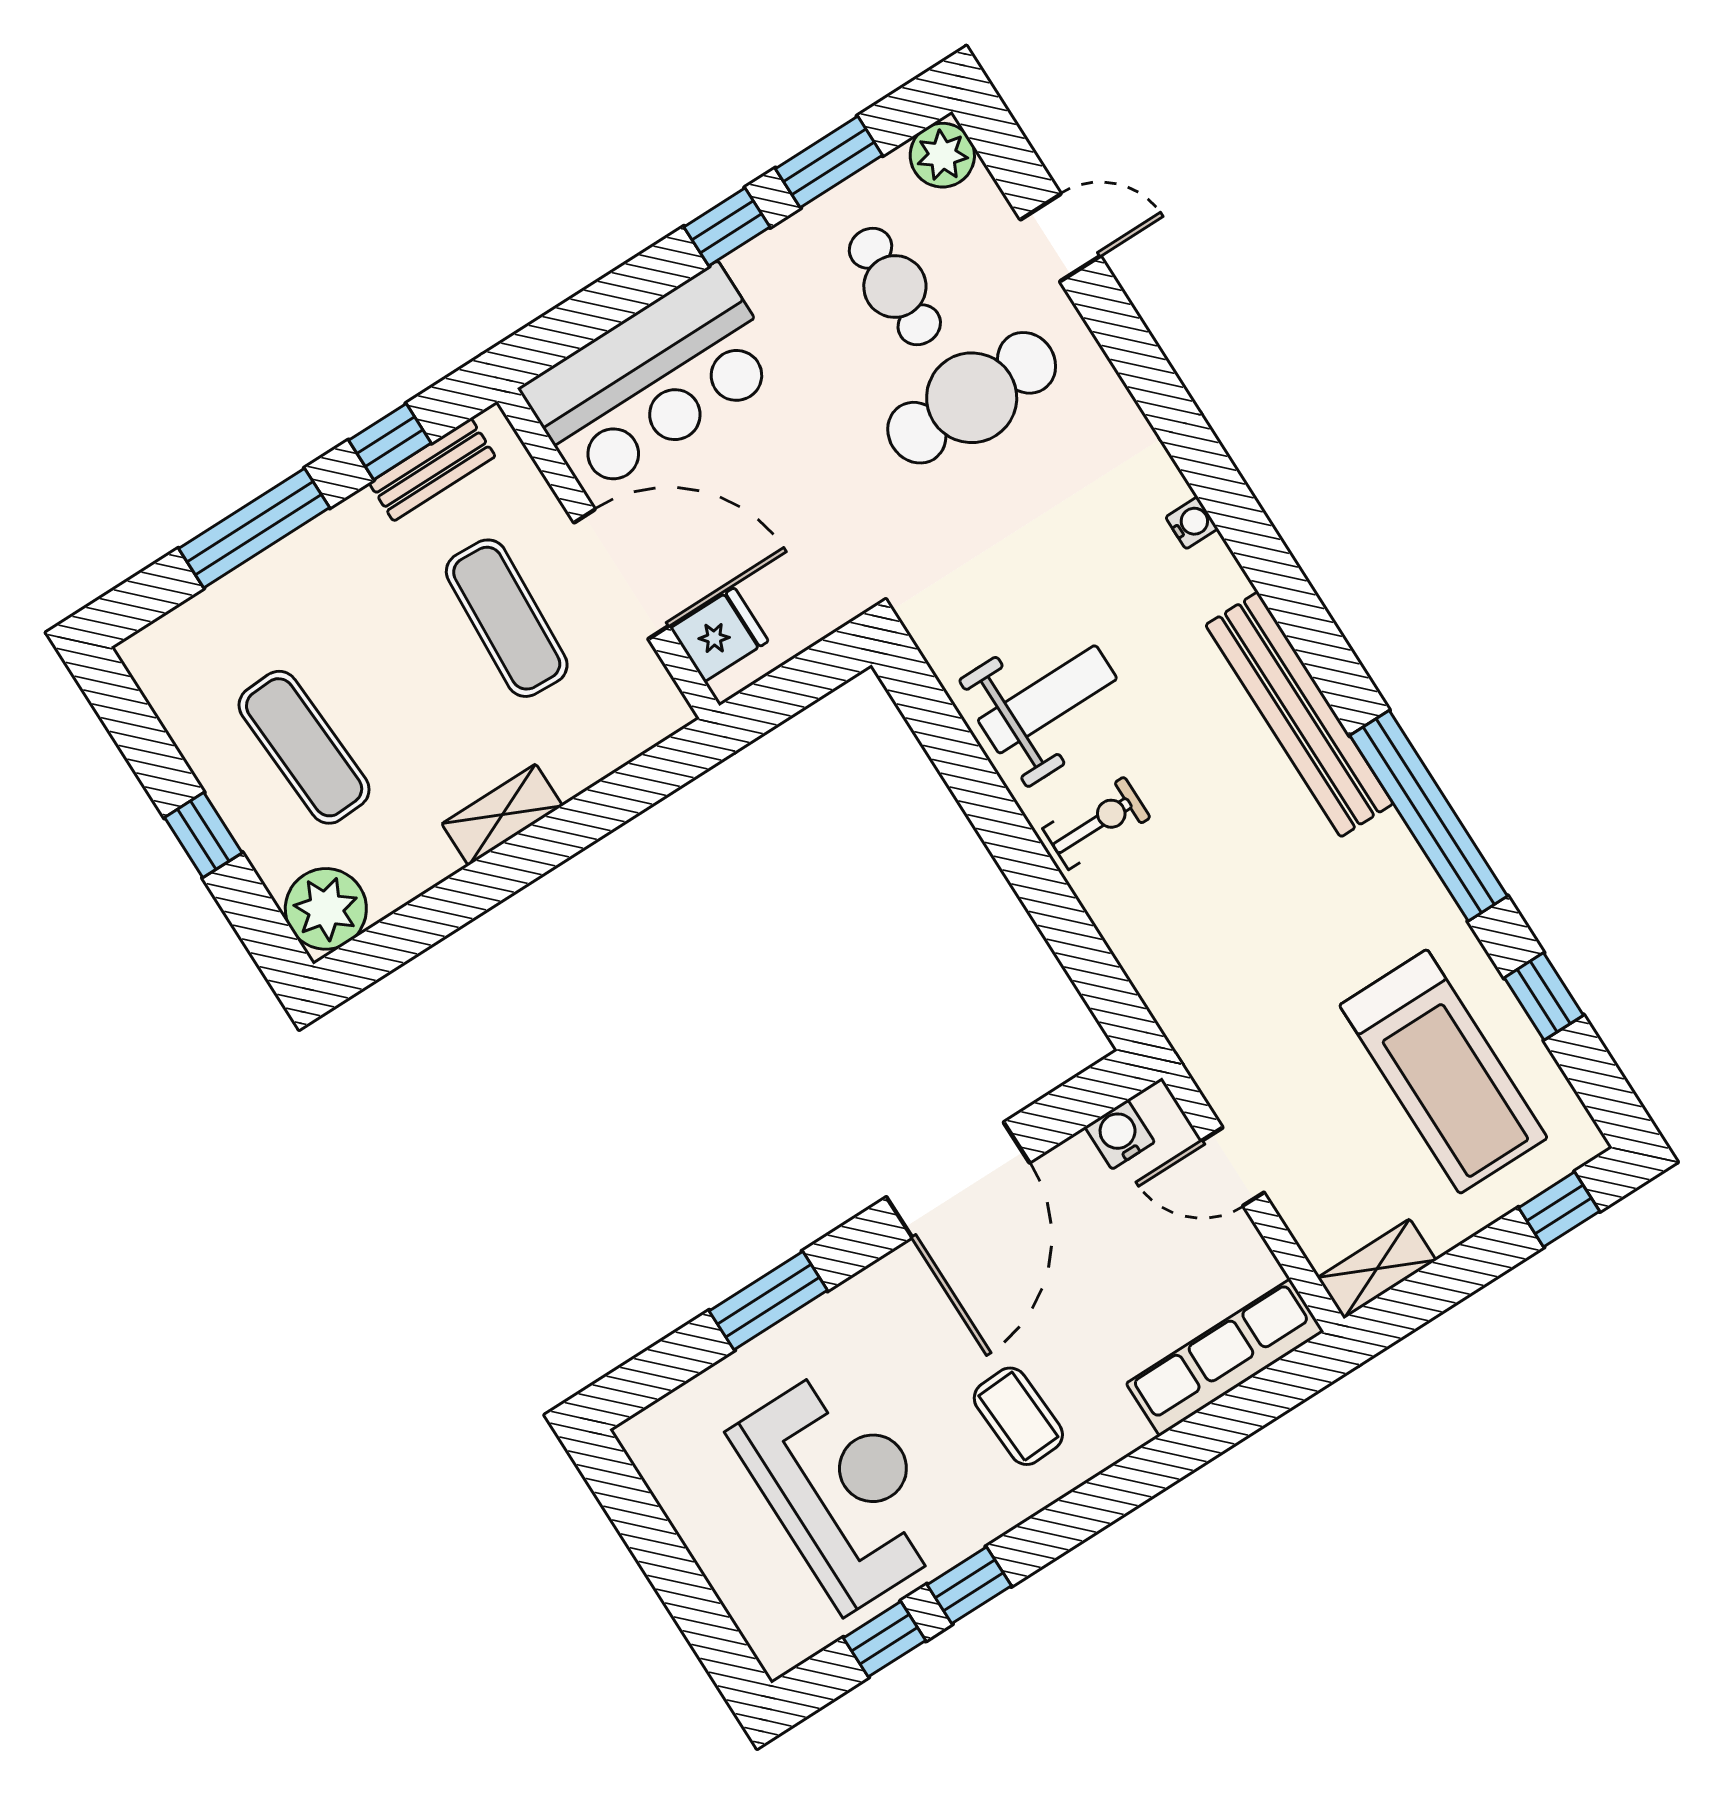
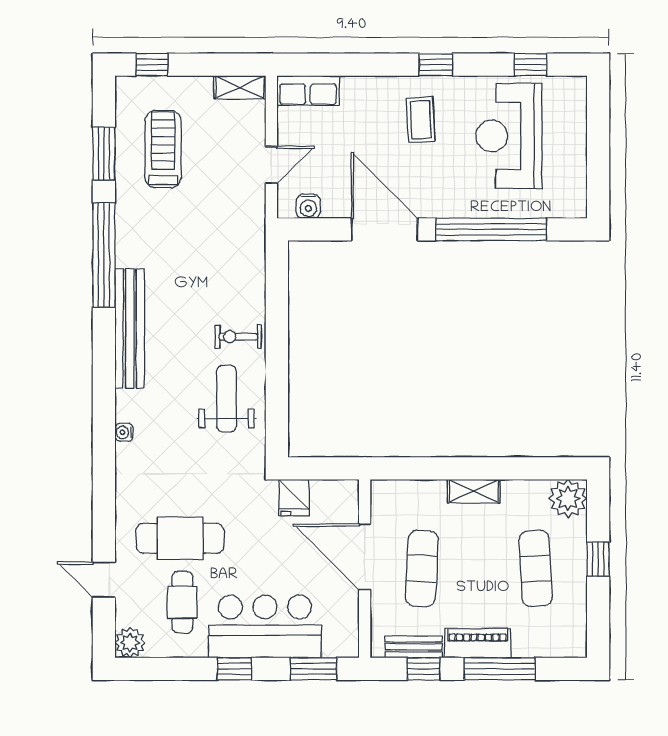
window: (829, 162) -> (314, 669), moved
bar counter: (653, 380) -> (265, 626), moved
piano: (323, 549) -> (478, 643), added
fridge: (719, 635) -> (294, 497), moved, turned -90
weight bench: (1047, 699) -> (227, 399), turned 90
window: (1544, 996) -> (104, 154), width x1.50
treadmill: (1443, 1072) -> (163, 149), width x0.73, depth x0.73
door: (1233, 1167) -> (271, 165), hinge flipped
door: (958, 1180) -> (385, 229), hinge flipped
window: (768, 1301) -> (491, 229), width x2.11
row of seats: (1225, 1357) -> (308, 91), width x0.68
window: (969, 1585) -> (436, 65), moved

